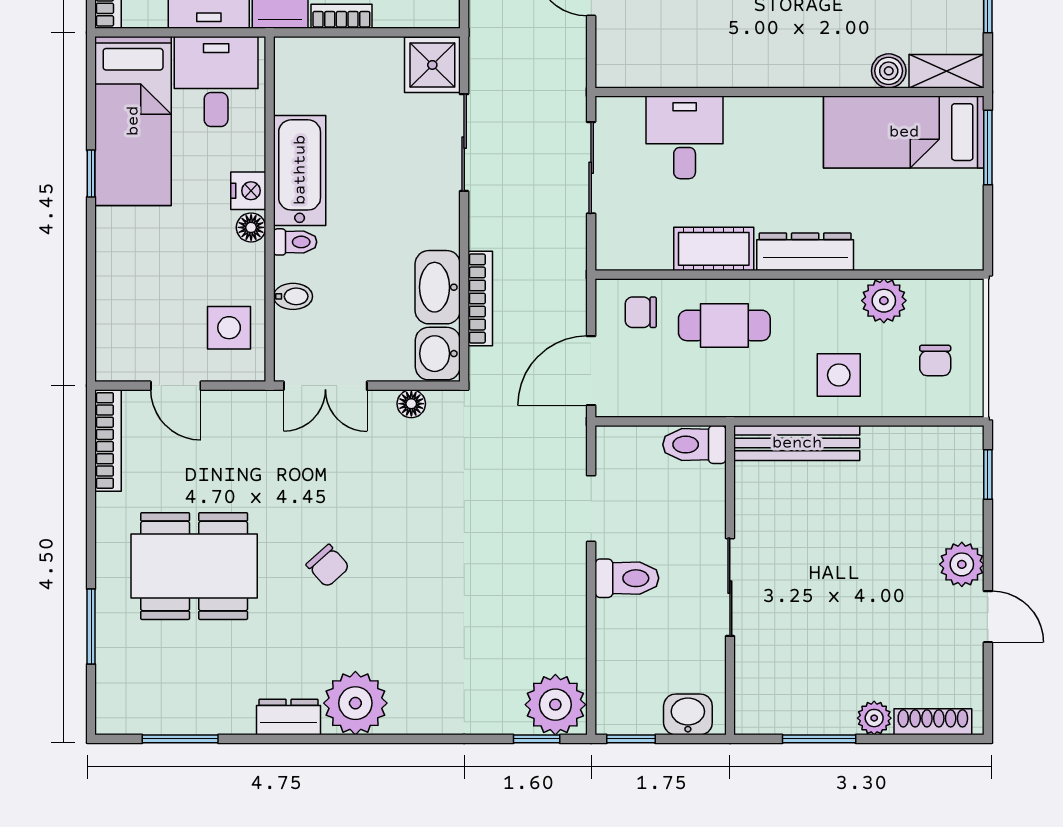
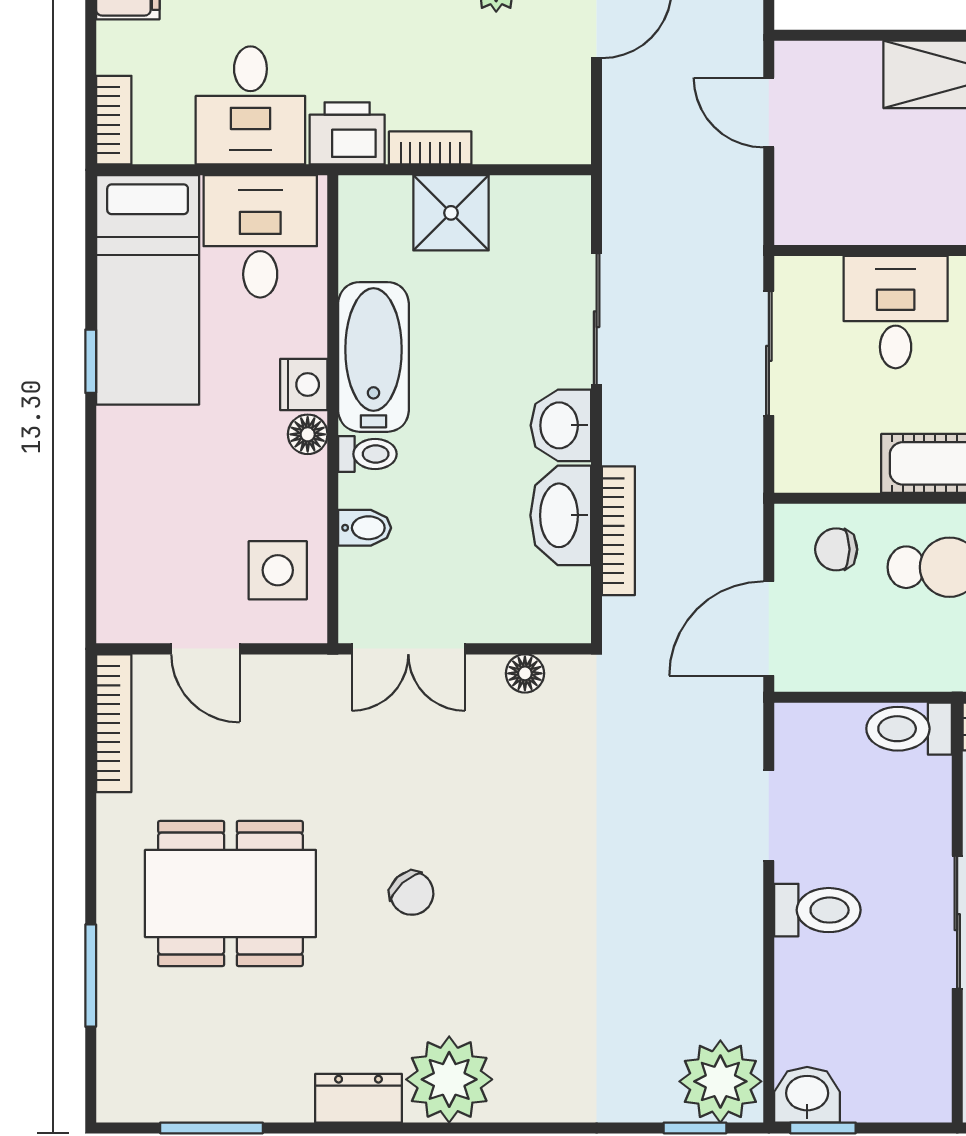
shower: (432, 65) -> (451, 213), moved
washbasin: (438, 354) -> (561, 425), moved
washbasin: (688, 714) -> (807, 1095), moved

